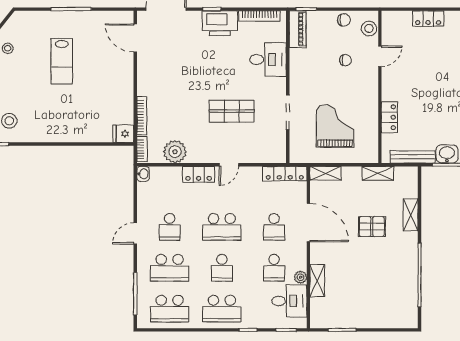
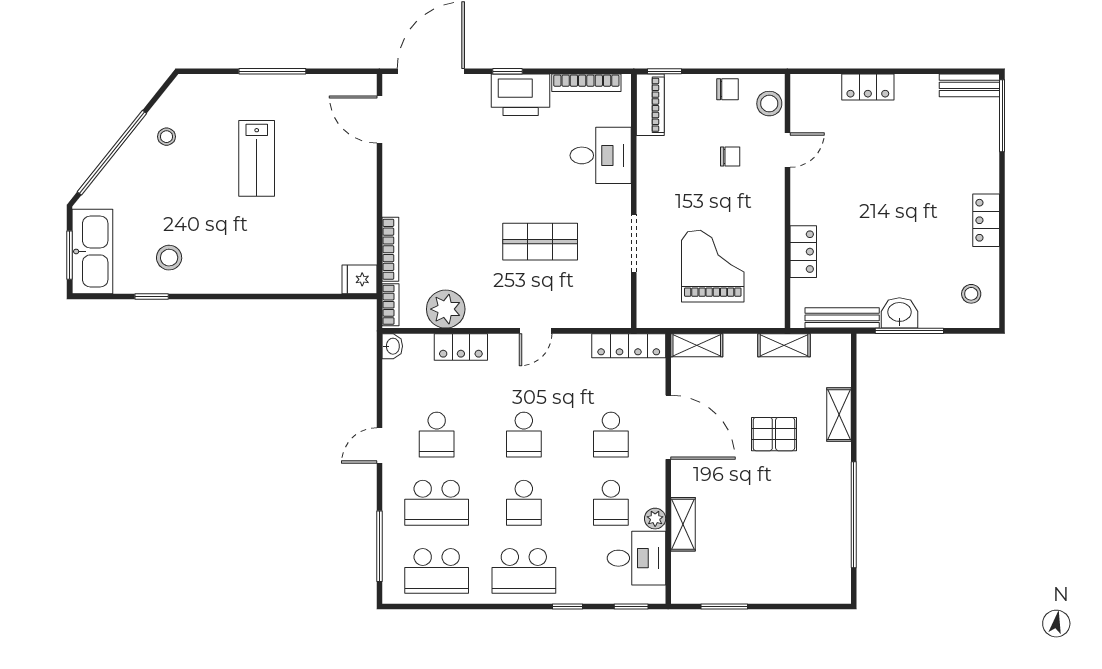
locker: (199, 174) -> (461, 347), moved
school desk: (222, 227) -> (524, 435), width x0.54

